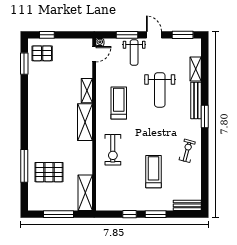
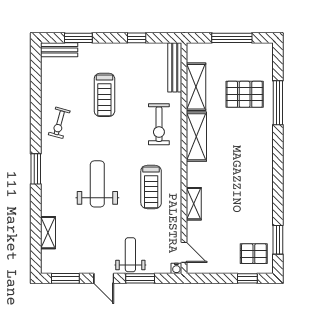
door: (94, 54) -> (184, 252), swing flipped
weight bench: (160, 90) -> (97, 184), moved
bench: (196, 101) -> (175, 67), moved
shelving: (85, 122) -> (196, 137), moved
exercise bike: (113, 150) -> (159, 124), turned 180
shelving: (85, 193) -> (196, 87), moved
window: (156, 214) -> (78, 38), moved

